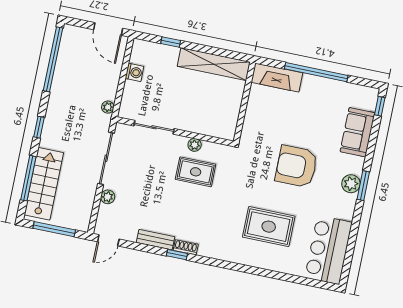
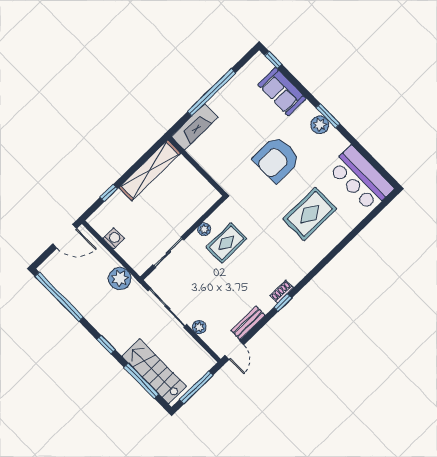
plant: (108, 107) -> (120, 279), width x1.88, depth x1.88
bench: (155, 240) -> (248, 323), moved

